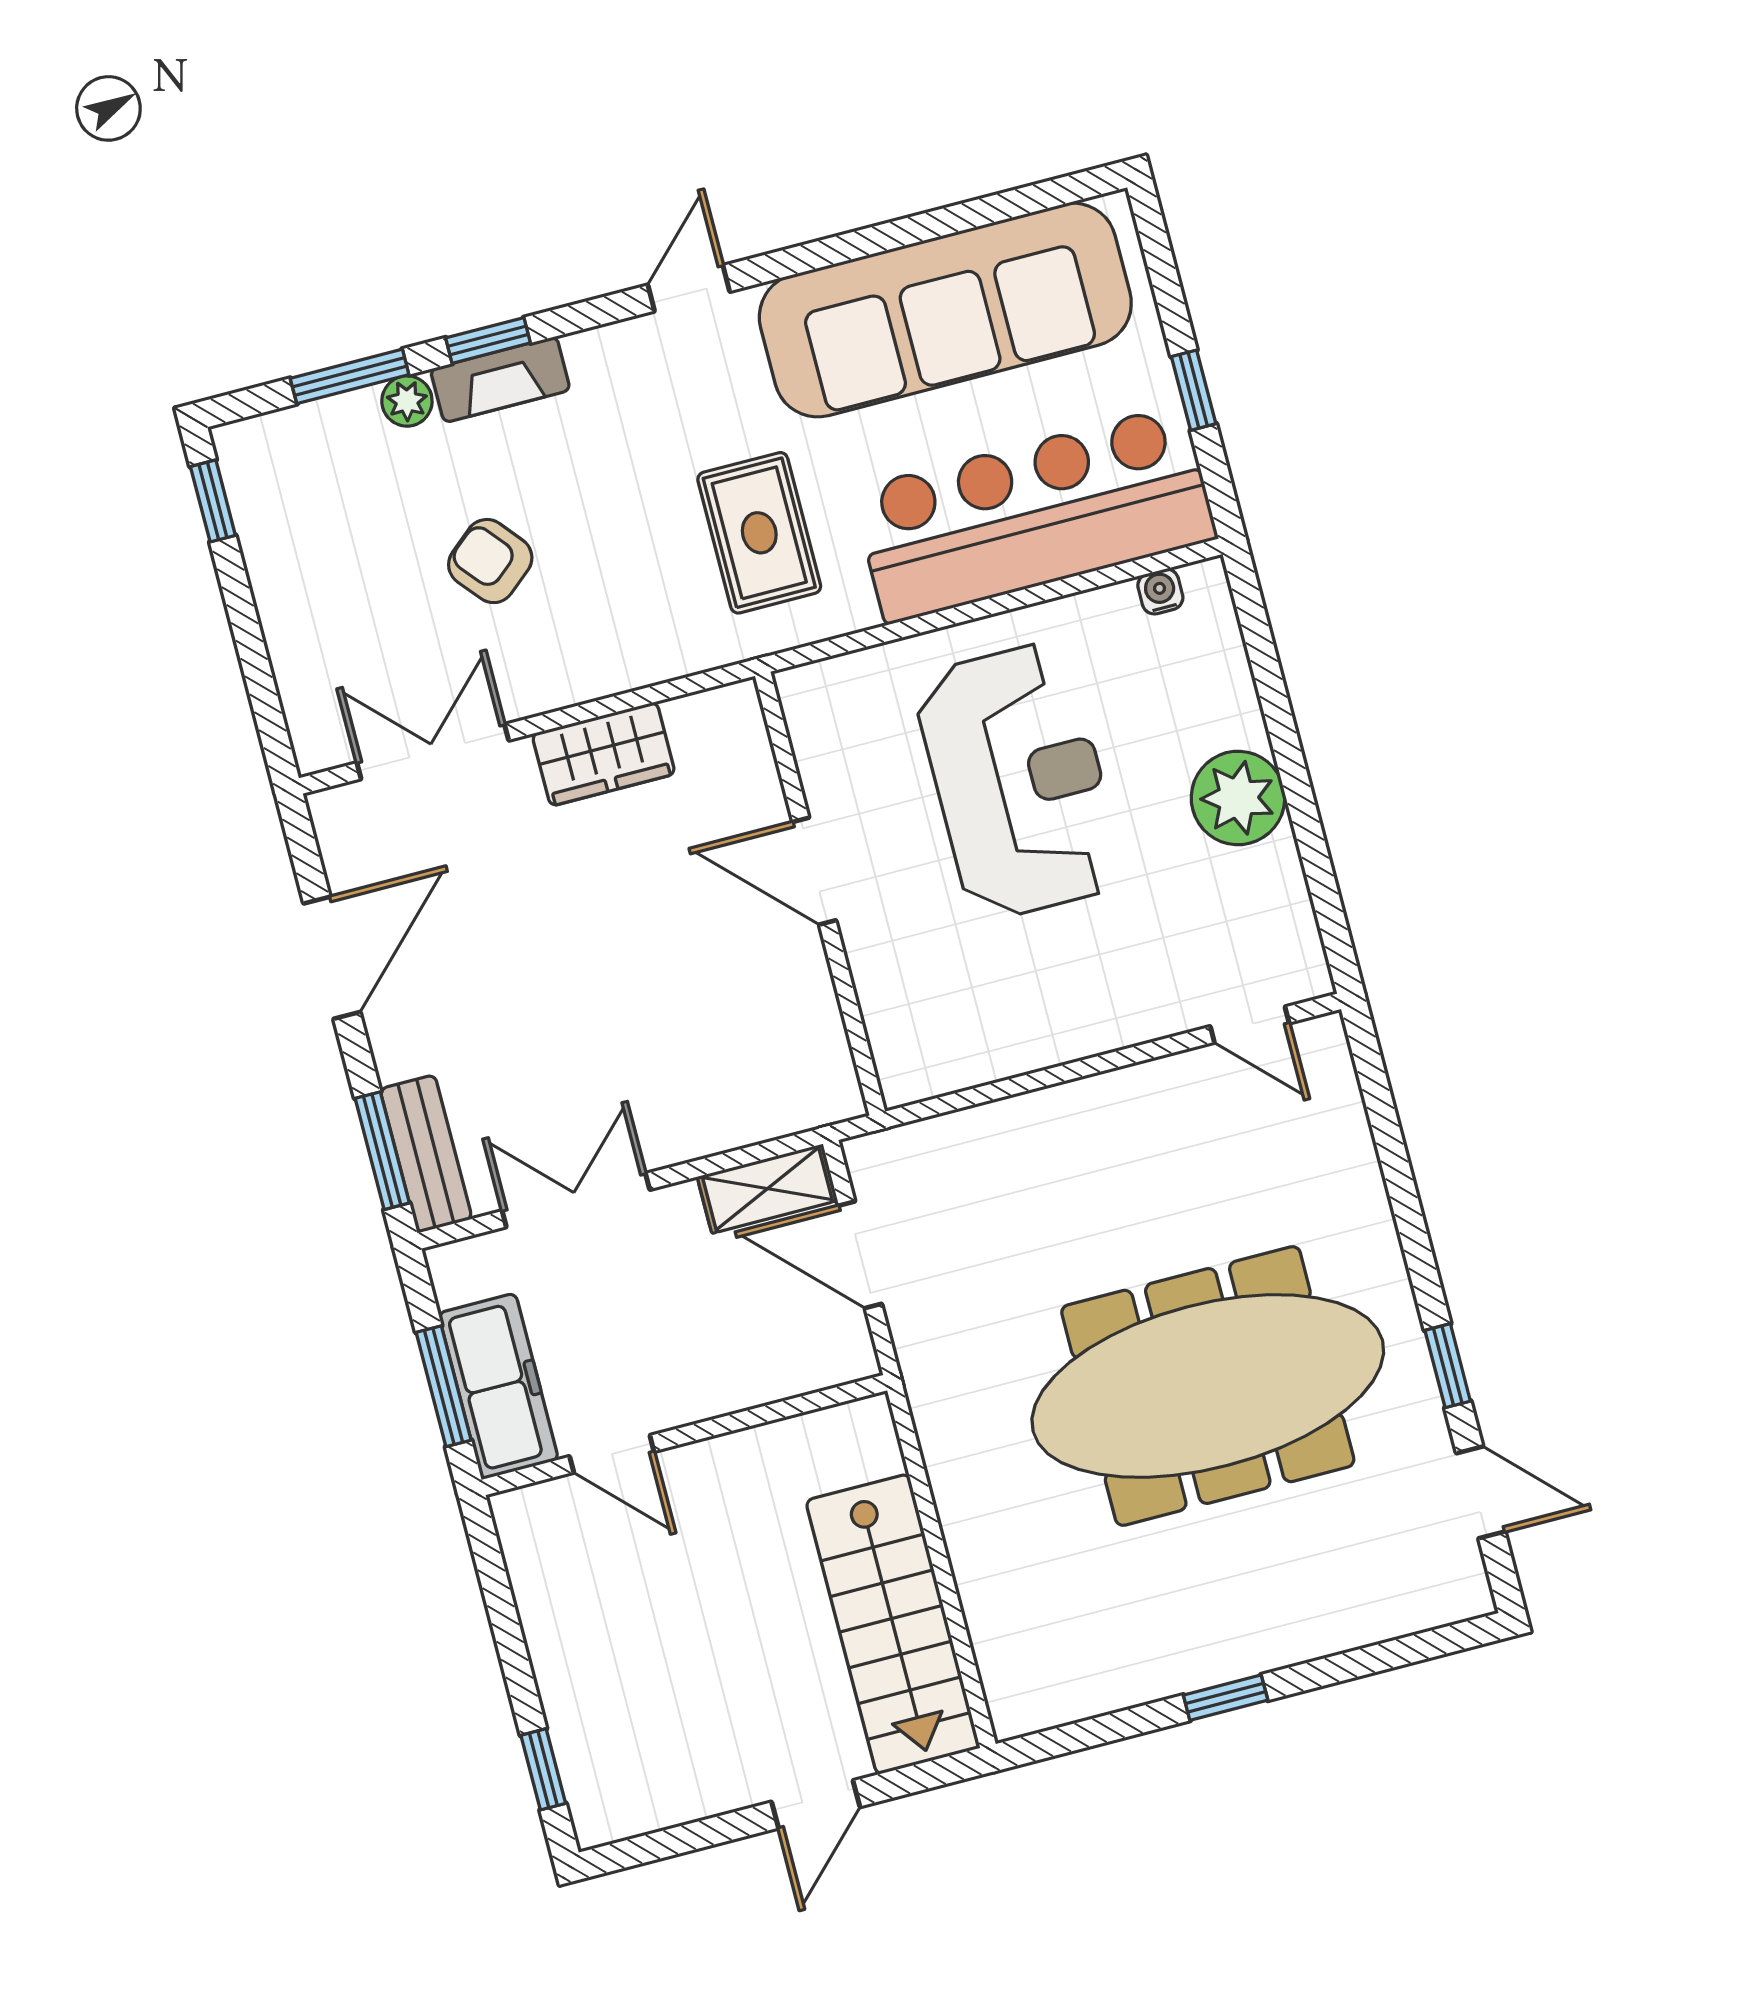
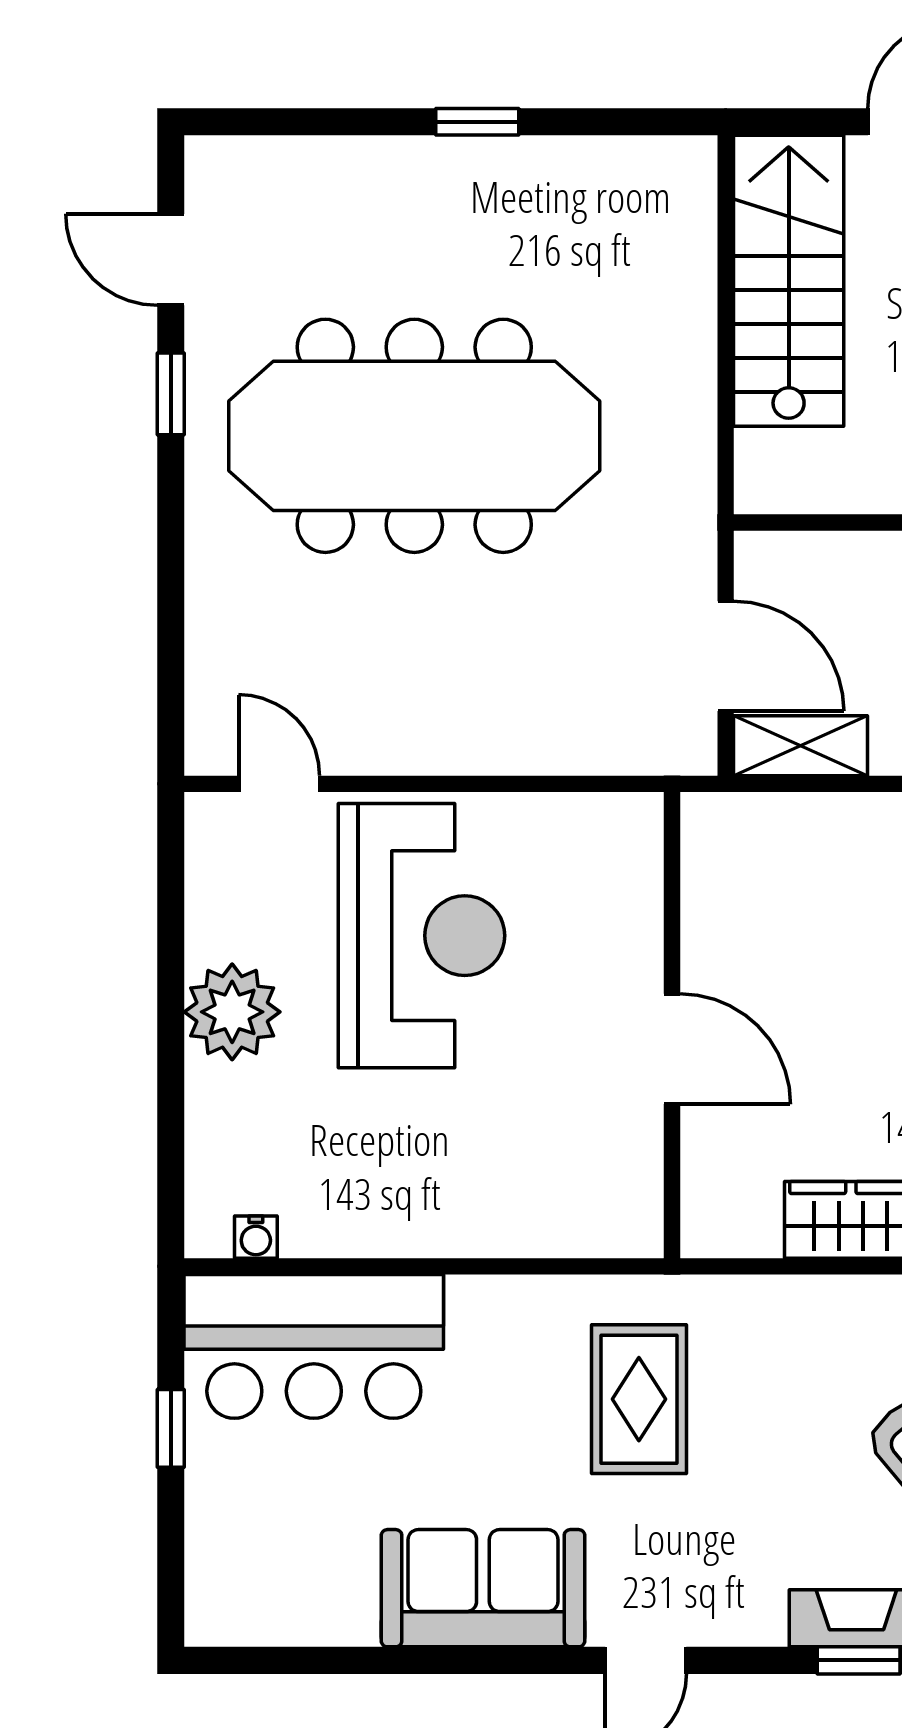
sofa: (945, 310) -> (483, 1588), width x0.54, depth x0.79
bar counter: (1034, 514) -> (314, 1346), width x0.73
reception desk: (1019, 781) -> (421, 936), moved, turned 180

